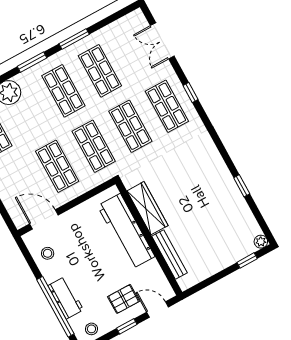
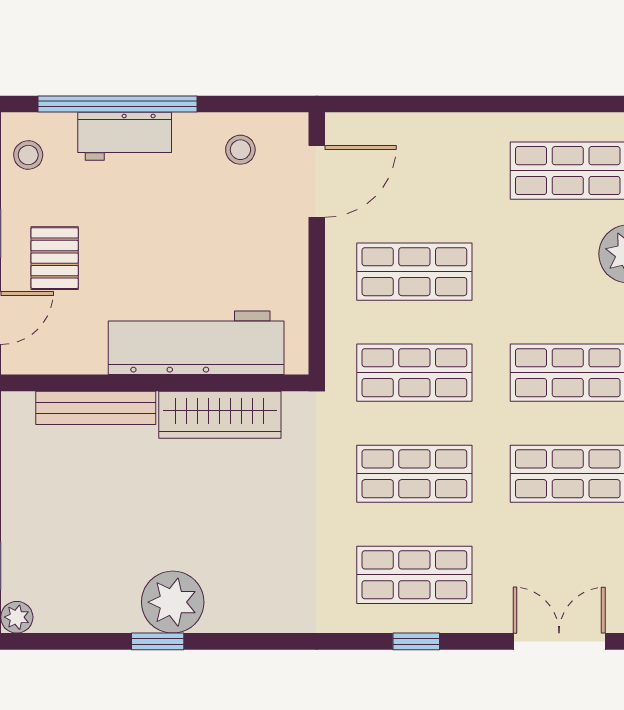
plant: (224, 188) -> (173, 602), added

